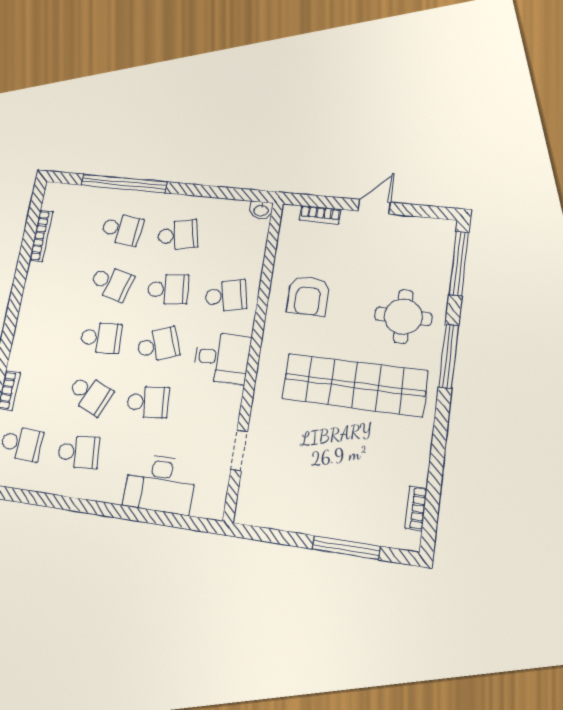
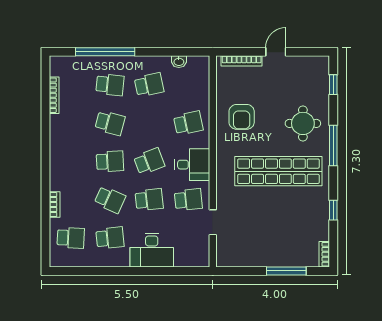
washbasin: (261, 210) -> (179, 62), moved
bookcase: (320, 215) -> (242, 61), width x1.56
window: (459, 263) -> (333, 85), width x0.46
school desk: (168, 289) -> (188, 200), moved
window: (437, 459) -> (333, 210), added
desk: (160, 484) -> (152, 250), moved
bookcase: (416, 508) -> (324, 254), moved

